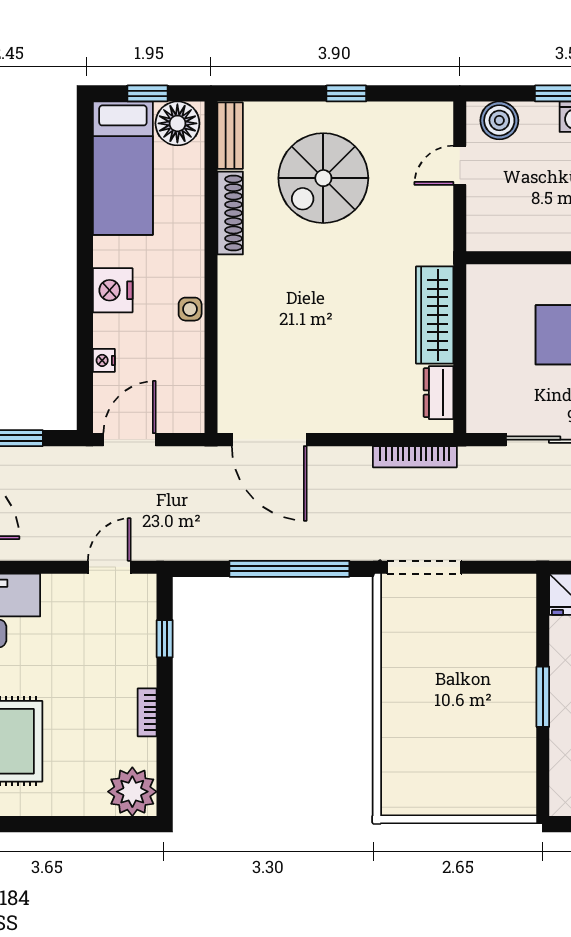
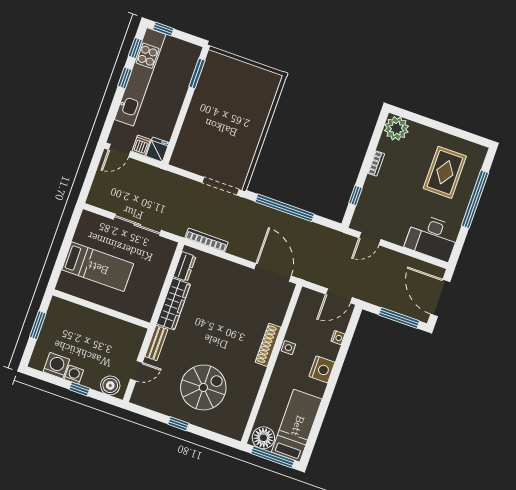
window: (147, 93) -> (273, 457), width x2.17
bench: (230, 136) -> (156, 343), moved
shoe rack: (230, 213) -> (268, 345), moved
window: (543, 697) -> (197, 73), moved

